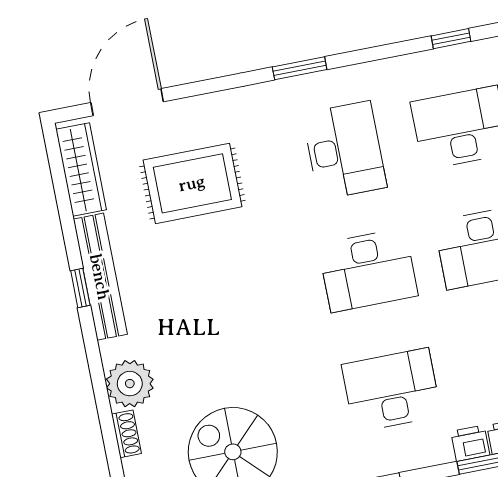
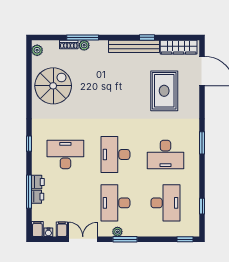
window: (80, 288) -> (147, 37), moved
plant: (130, 384) -> (84, 45), width x0.53, depth x0.53
desk: (391, 390) -> (65, 155), turned -90
window: (103, 404) -> (83, 37), added

